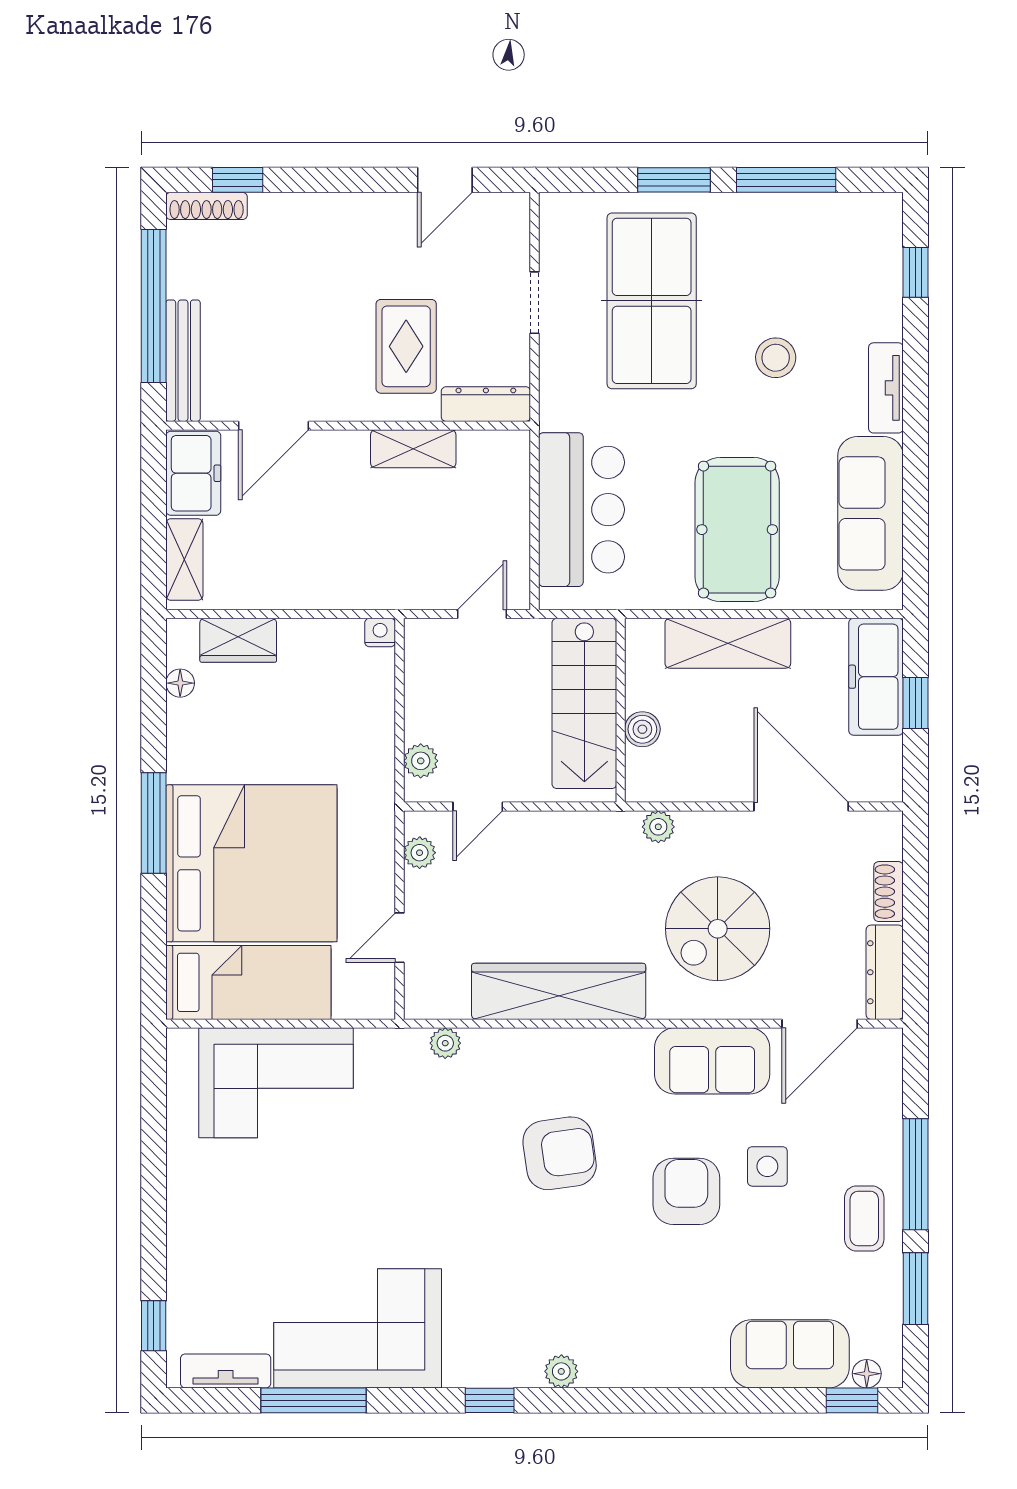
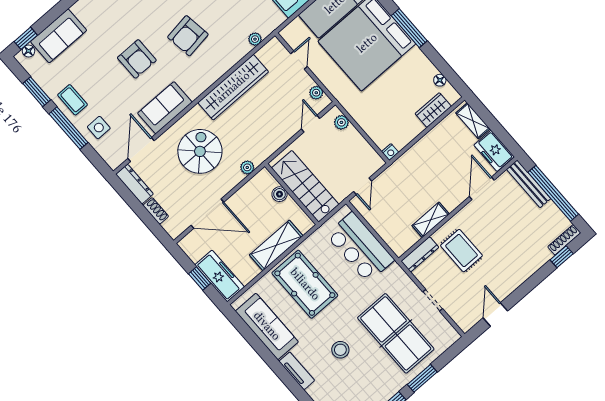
side table: (767, 1166) -> (99, 128), moved

